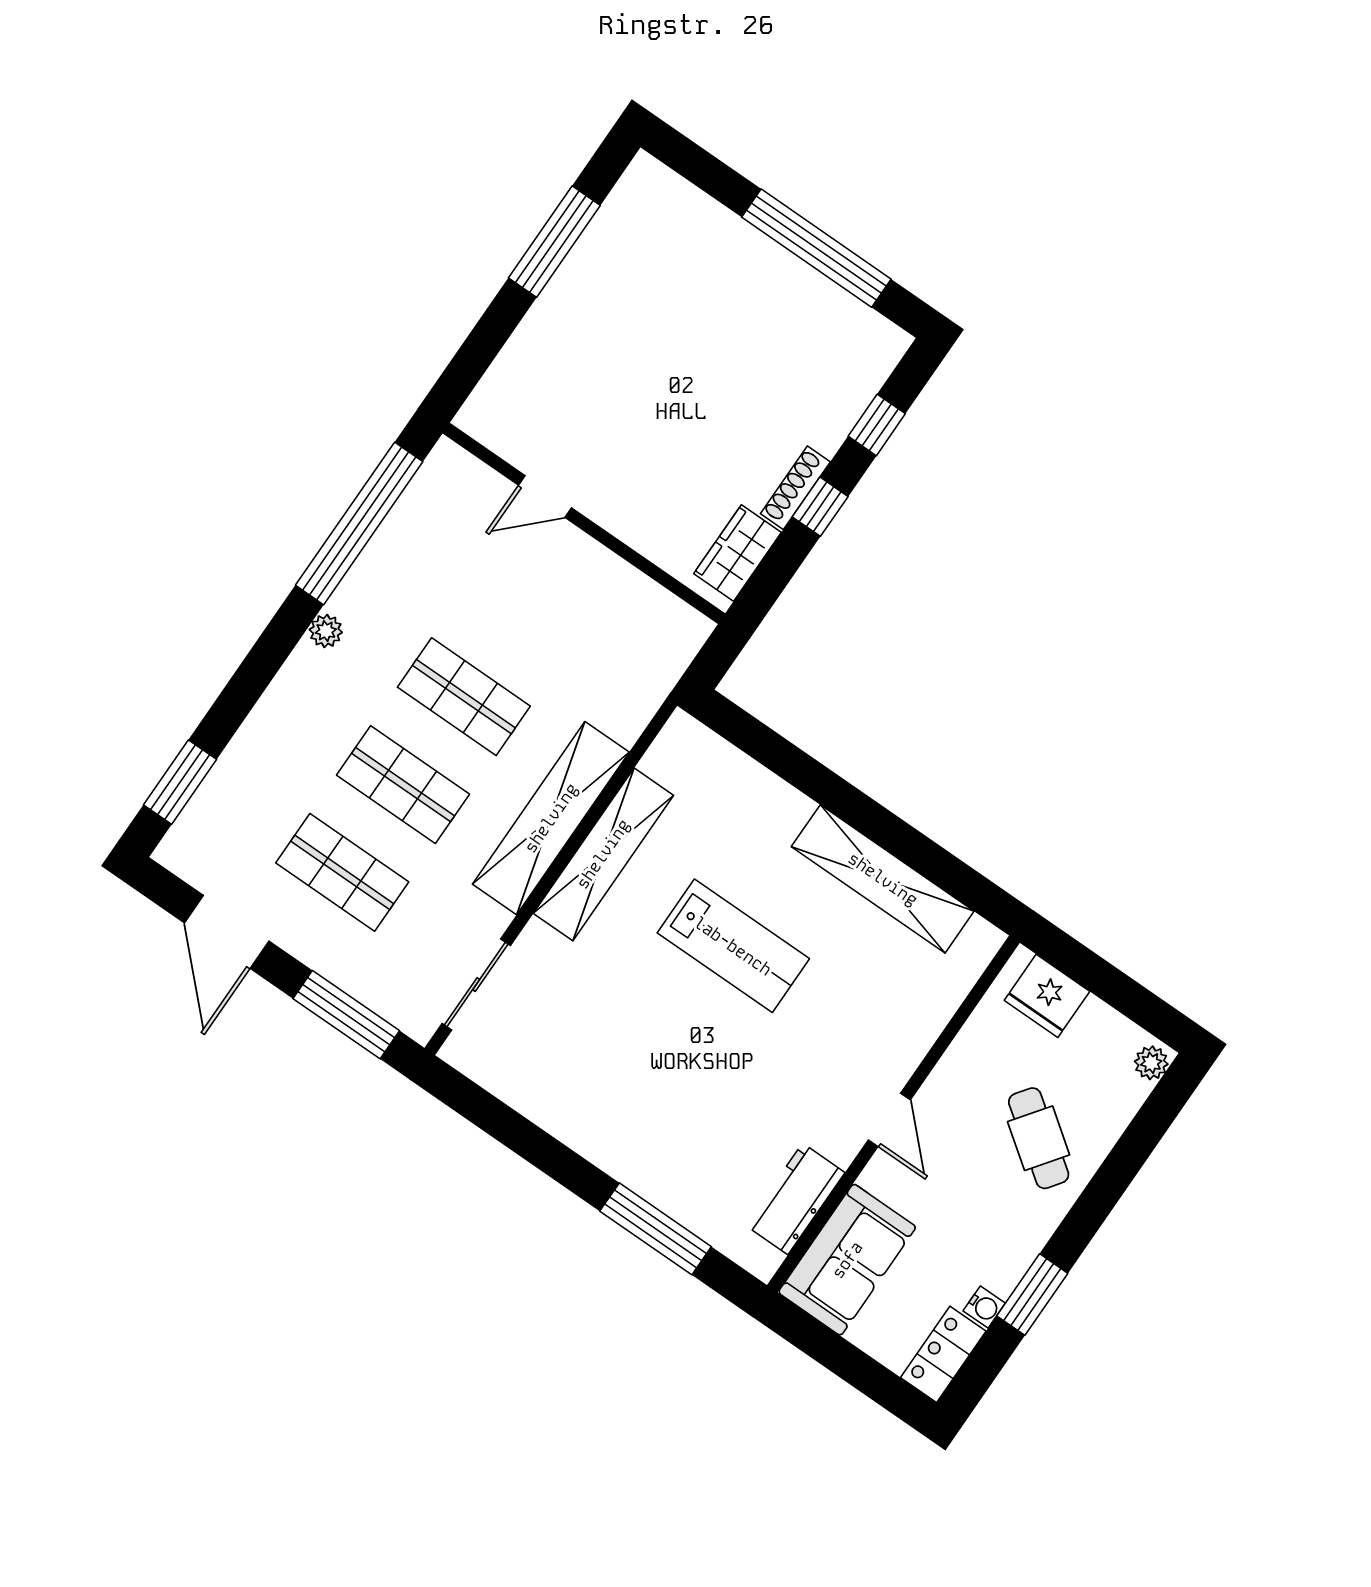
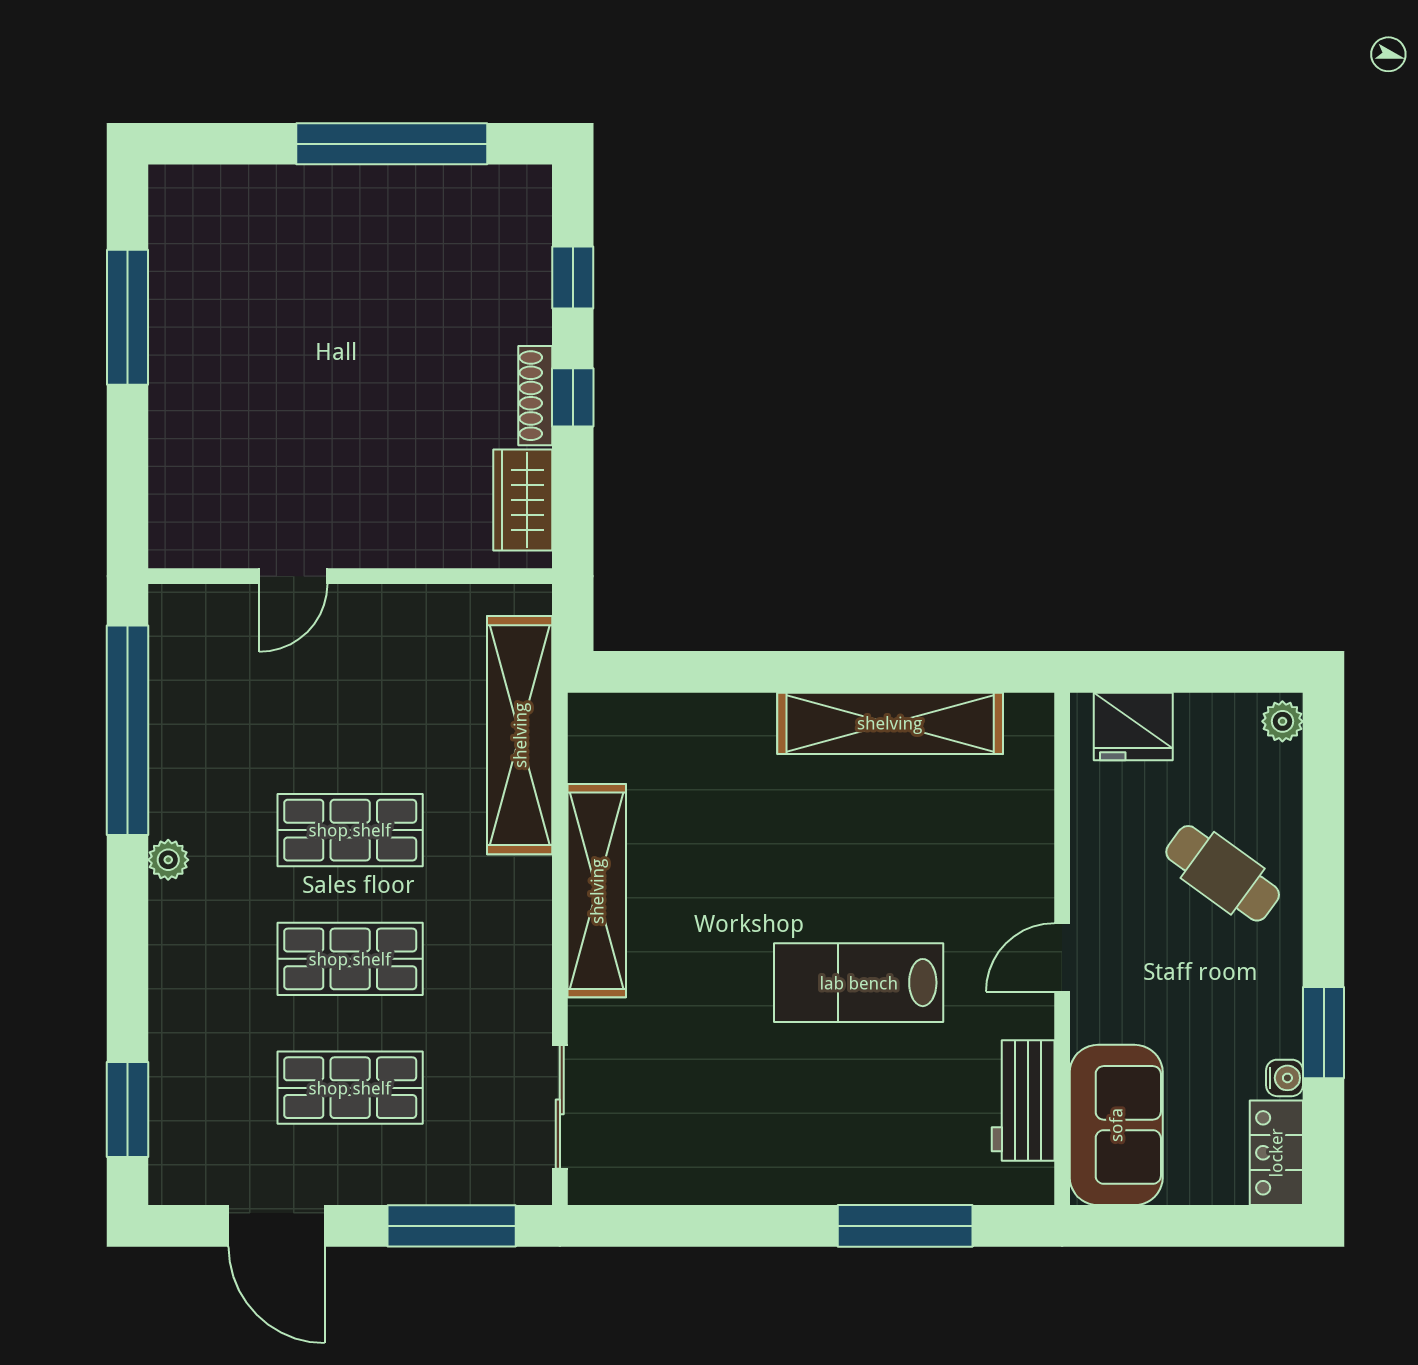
shelving: (551, 818) -> (520, 735), moved
lab bench: (733, 946) -> (859, 983), moved, turned 180
door: (889, 1120) -> (1062, 957), swing flipped

